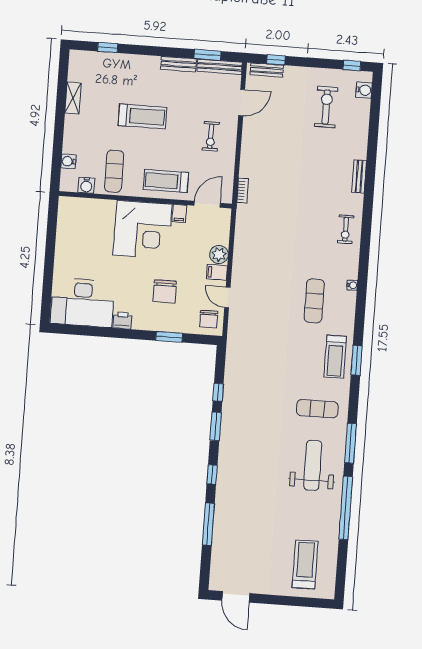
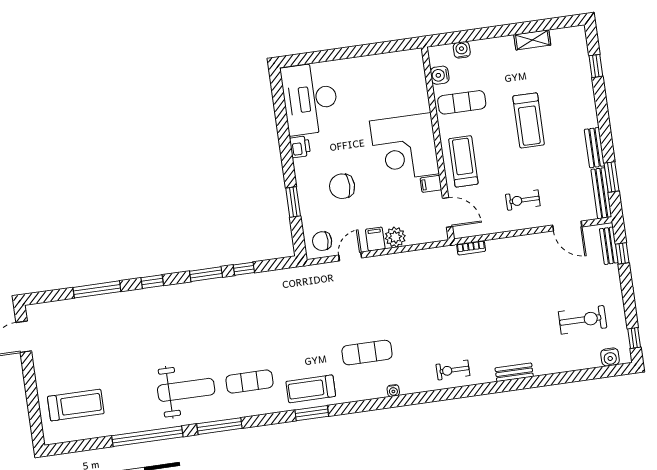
exercise mat: (317, 409) -> (249, 382), turned 90

